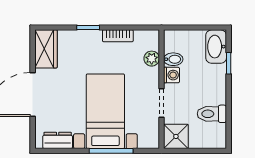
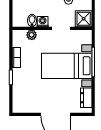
wardrobe: (46, 49) -> (25, 106), removed

